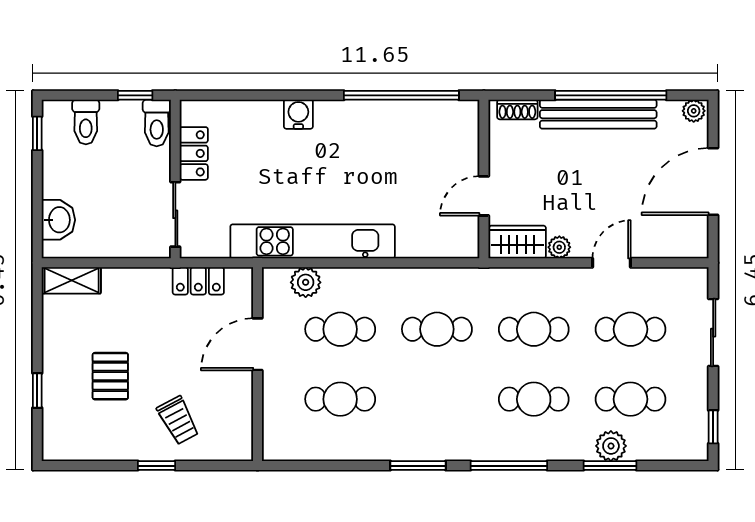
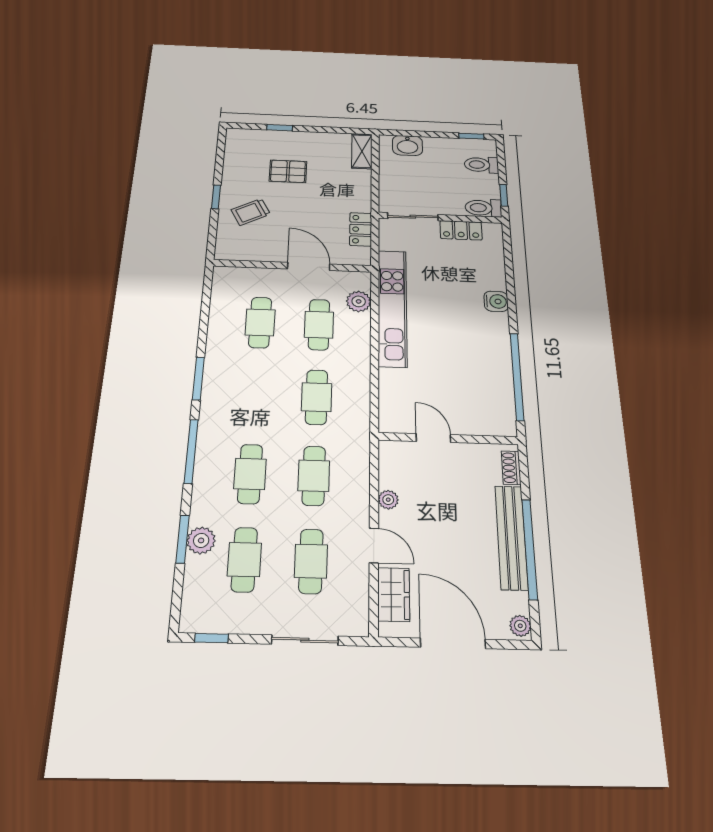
wardrobe: (517, 242) -> (394, 594), moved

